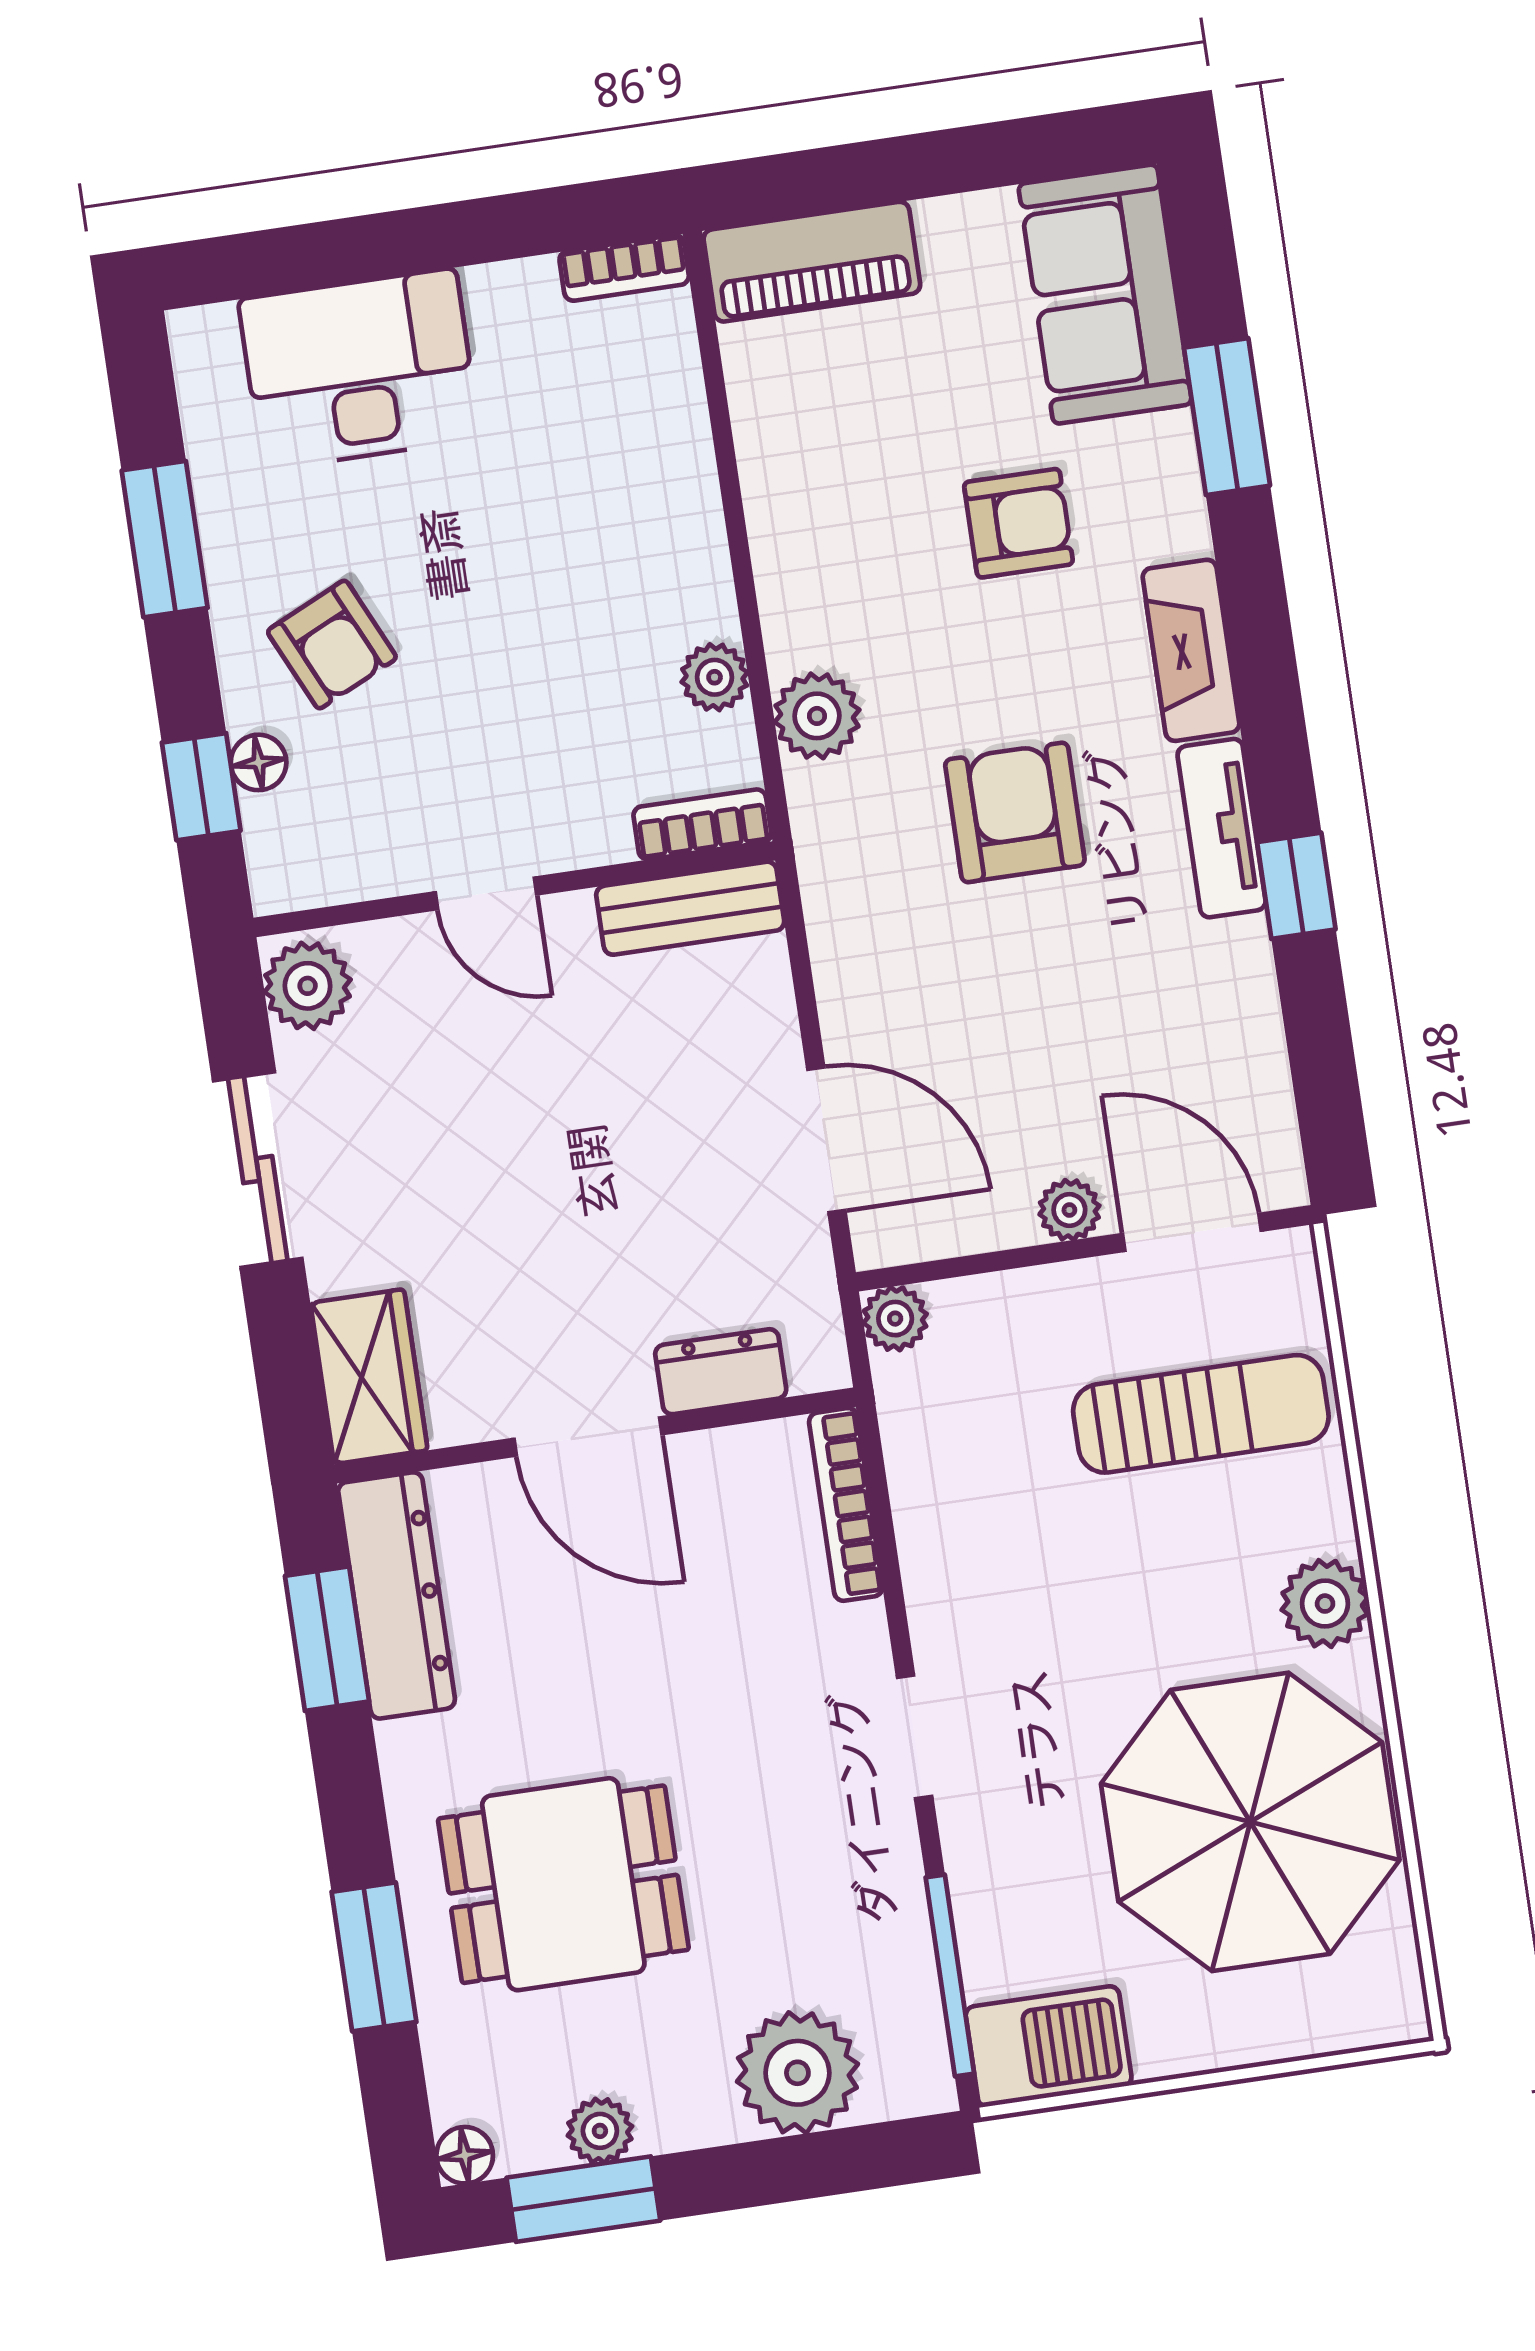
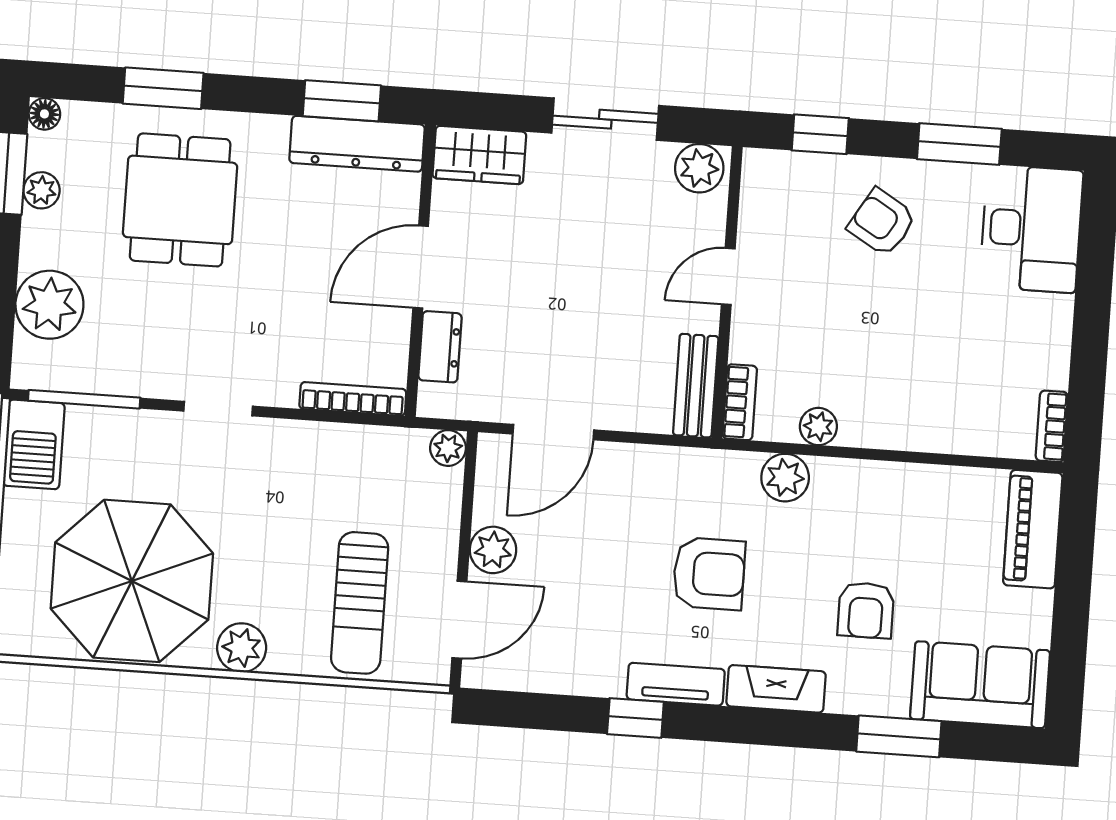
desk: (359, 369) -> (1031, 229), moved
armchair: (332, 645) -> (882, 222), turned 56
floor lamp: (259, 762) -> (827, 168), removed
plant: (1069, 1210) -> (493, 550), width x1.38, depth x1.38

